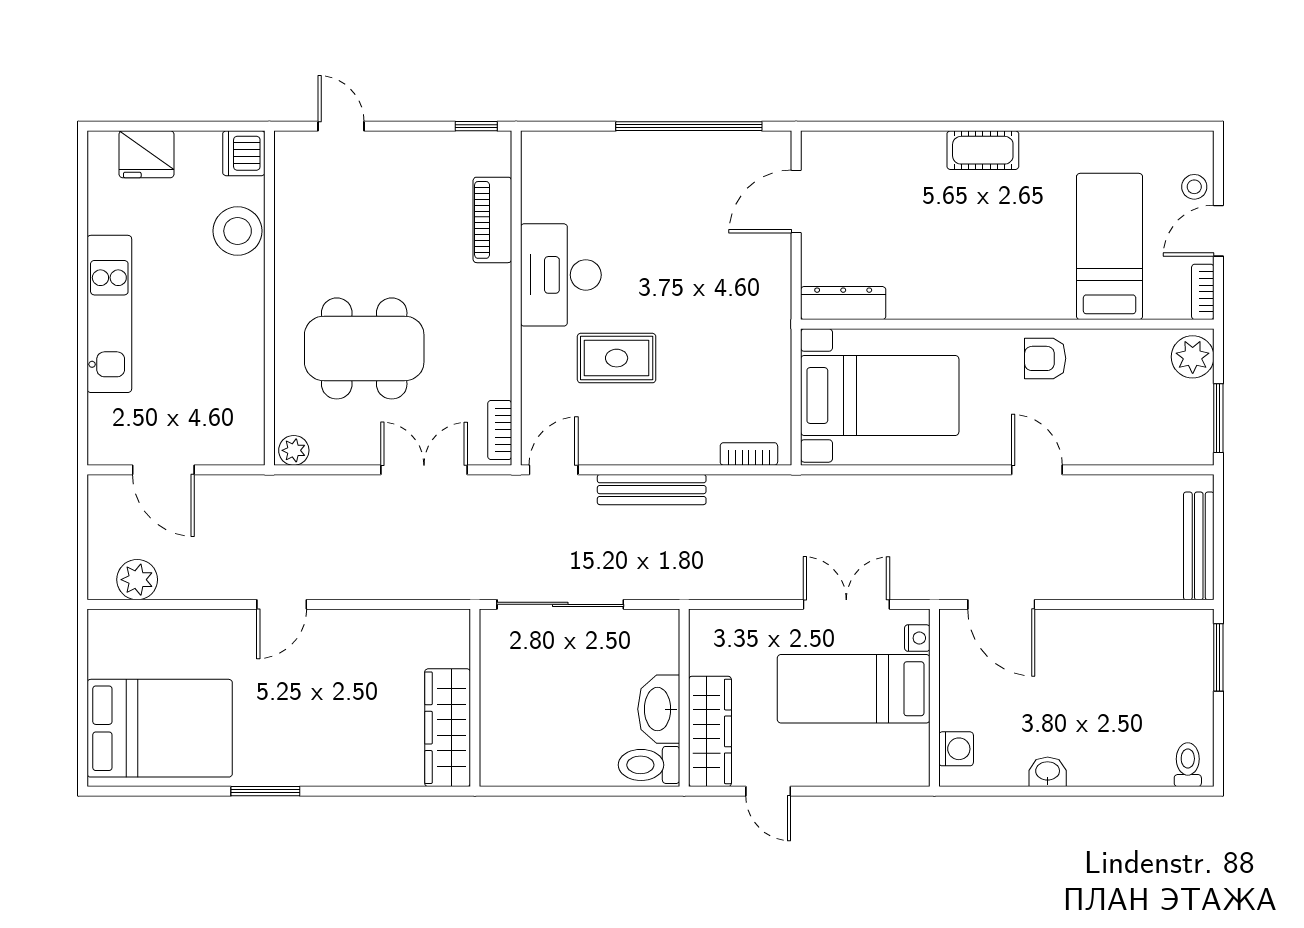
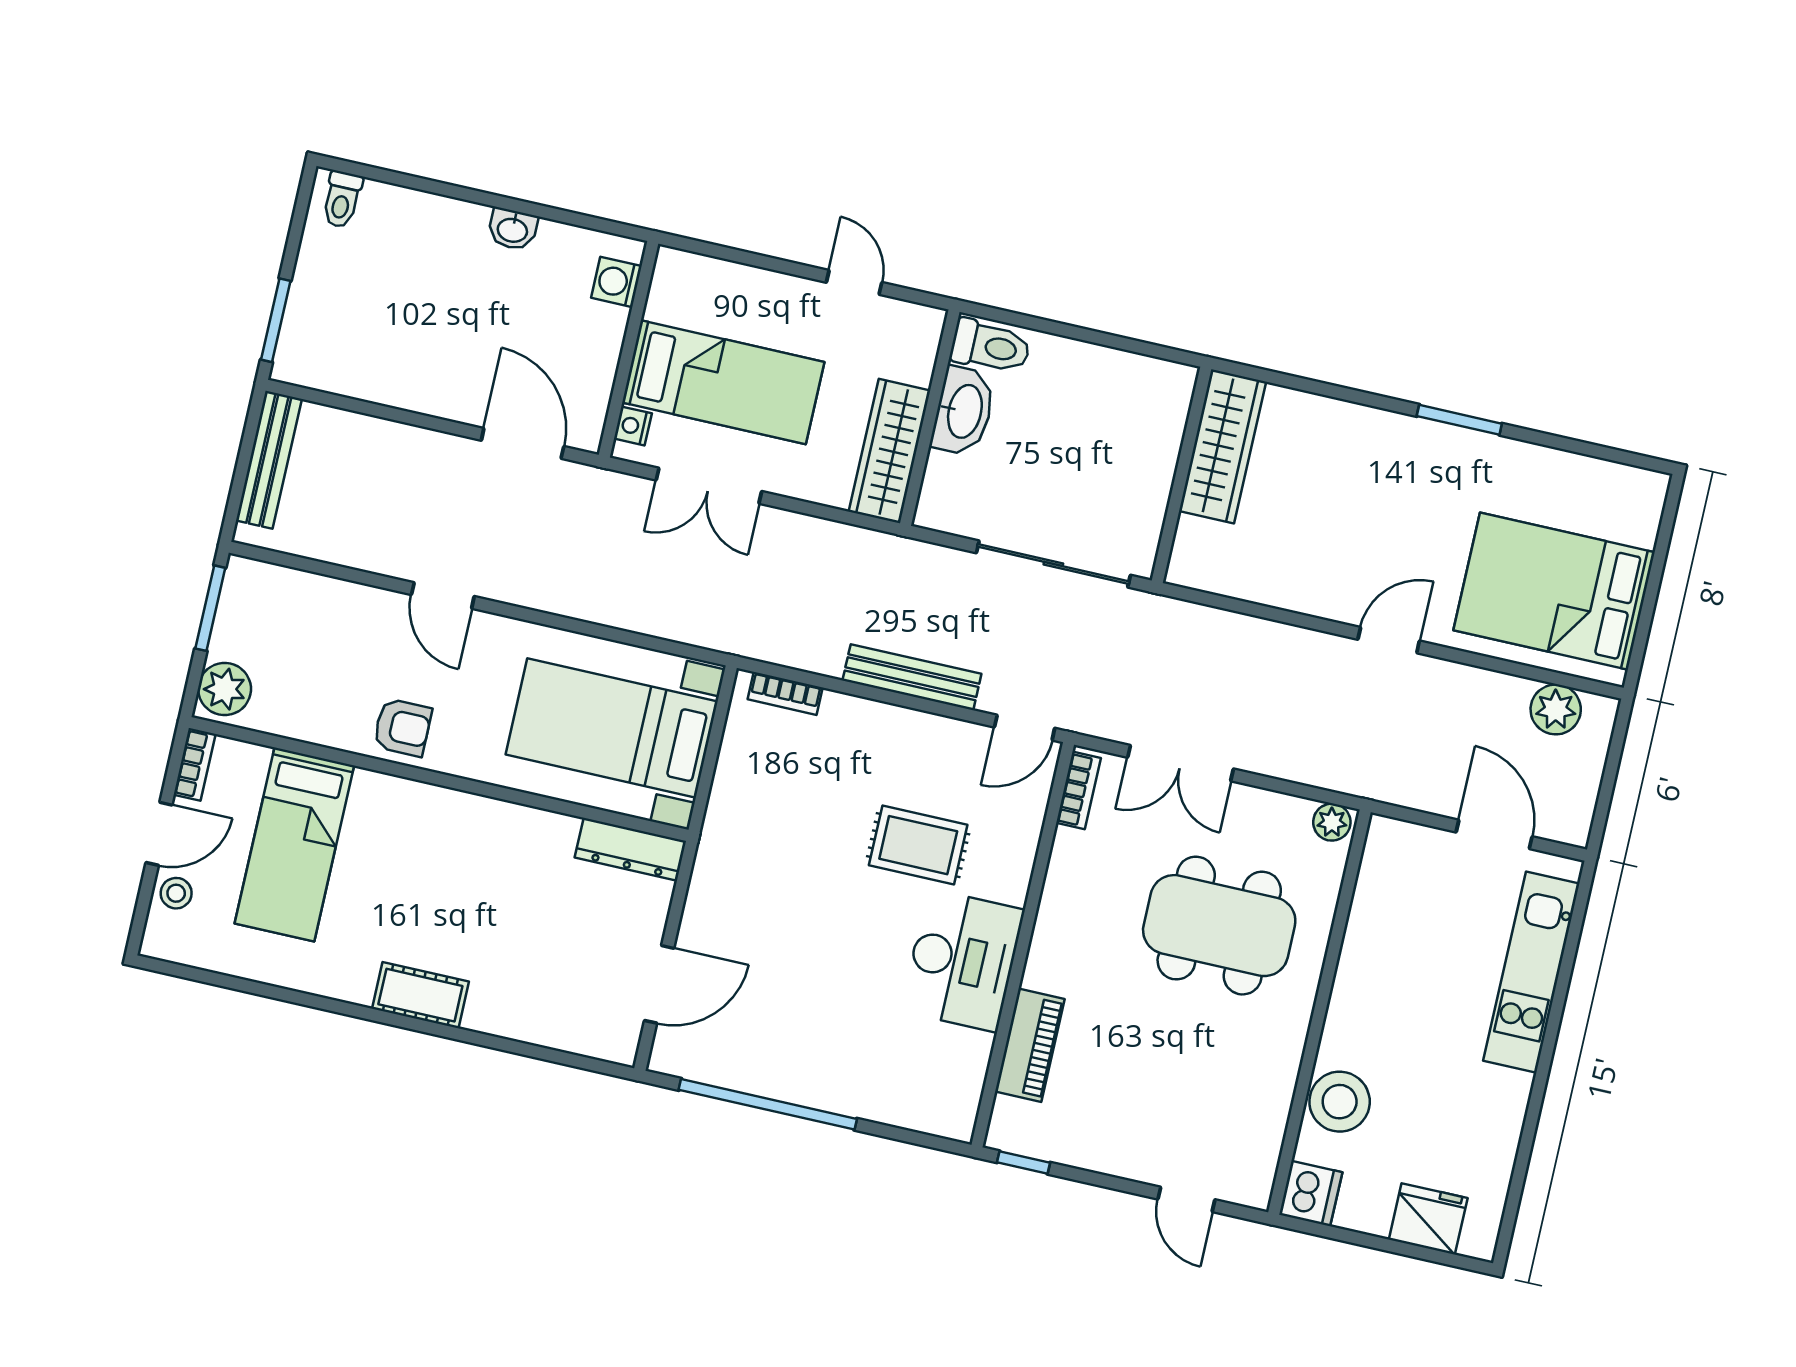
kitchen unit: (109, 314) -> (1531, 972), moved
bed: (160, 728) -> (1554, 591), moved
wardrobe: (710, 731) -> (889, 451), moved

